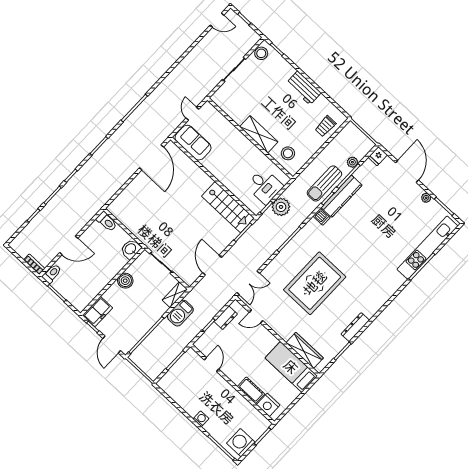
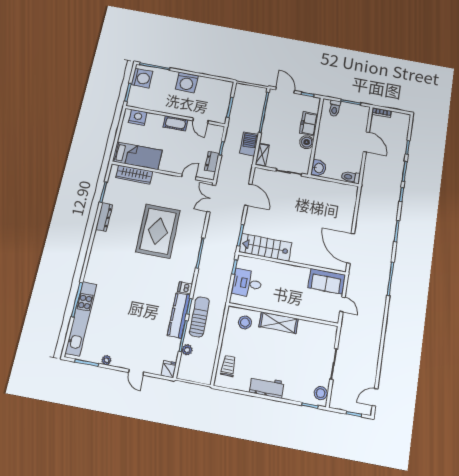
door: (407, 171) -> (136, 372), width x0.53
plant: (281, 207) -> (223, 275), removed
door: (69, 245) -> (366, 142), swing flipped
toilet: (52, 274) -> (335, 108), moved
freezer: (98, 312) -> (309, 124), moved
cot: (251, 390) -> (175, 123), moved
washing machine: (201, 419) -> (187, 82), width x1.89, depth x1.89

